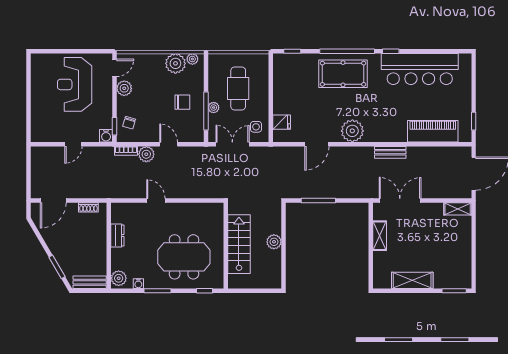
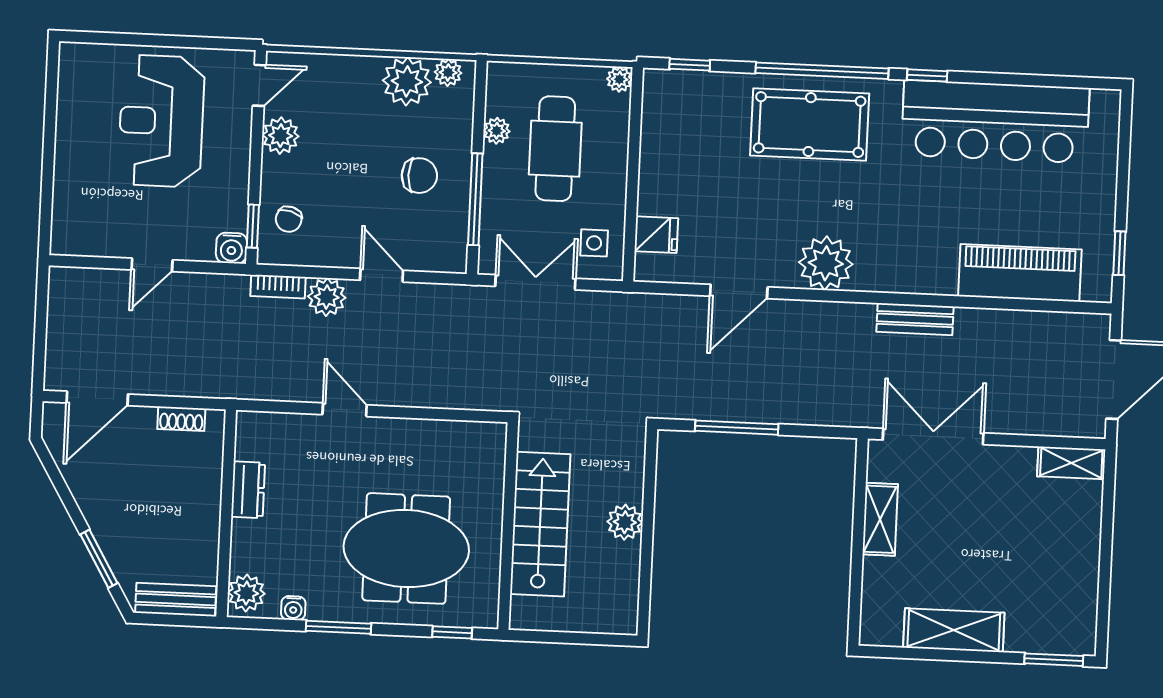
plant: (263, 59) -> (619, 79), added
plant: (214, 108) -> (497, 131), moved

